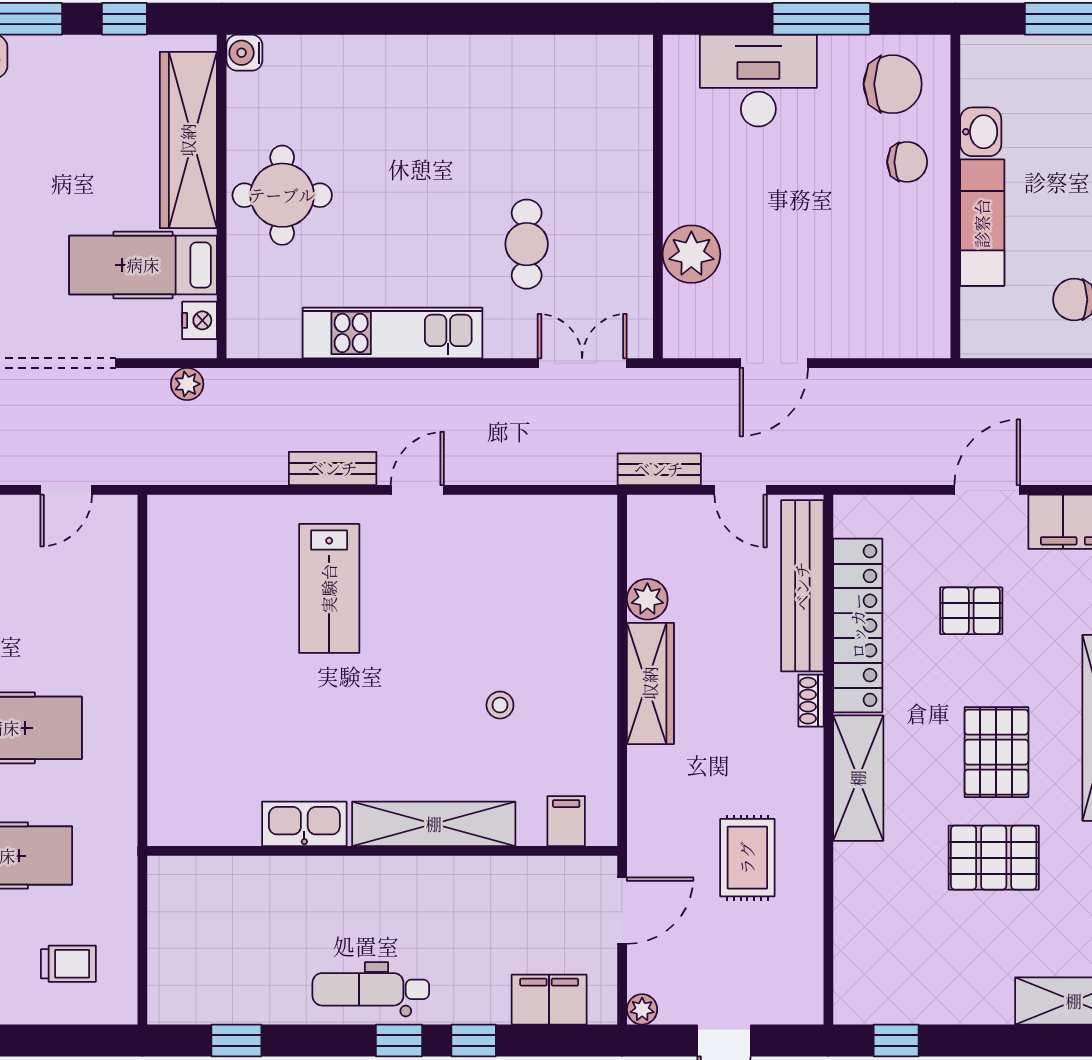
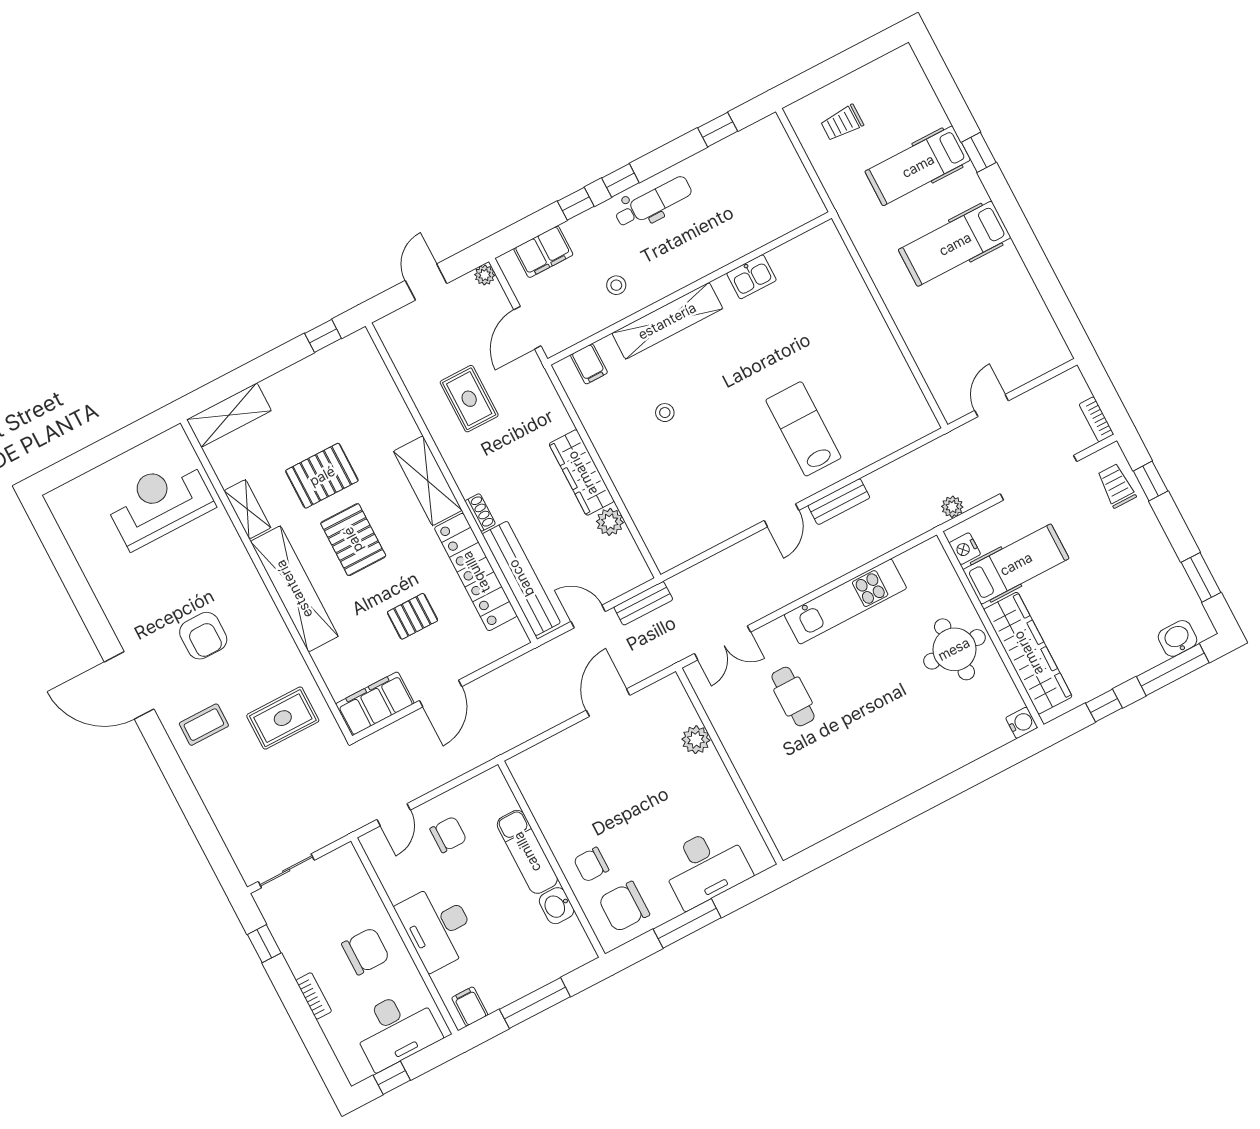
plant: (691, 254) -> (696, 740), width x0.73, depth x0.73
kitchen sink: (304, 824) -> (752, 277), width x0.73
stool: (476, 906) -> (616, 285), added

